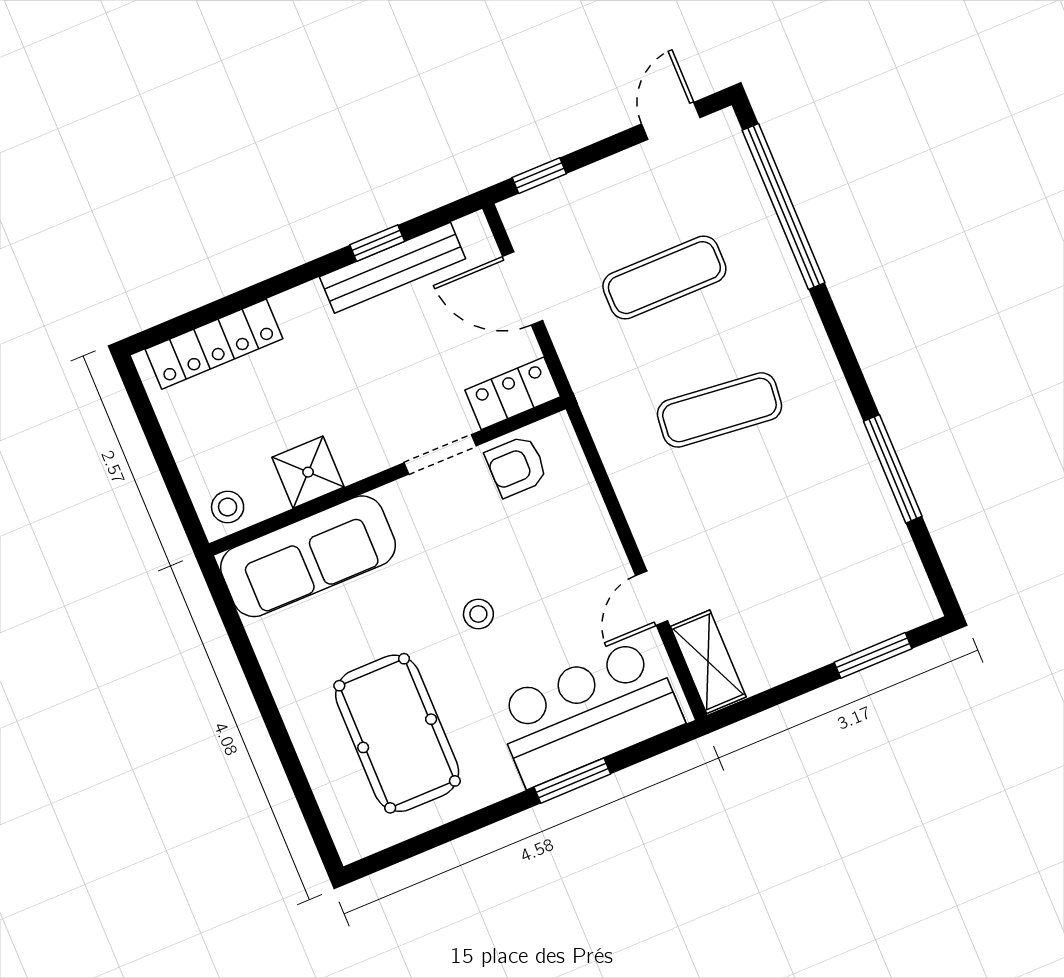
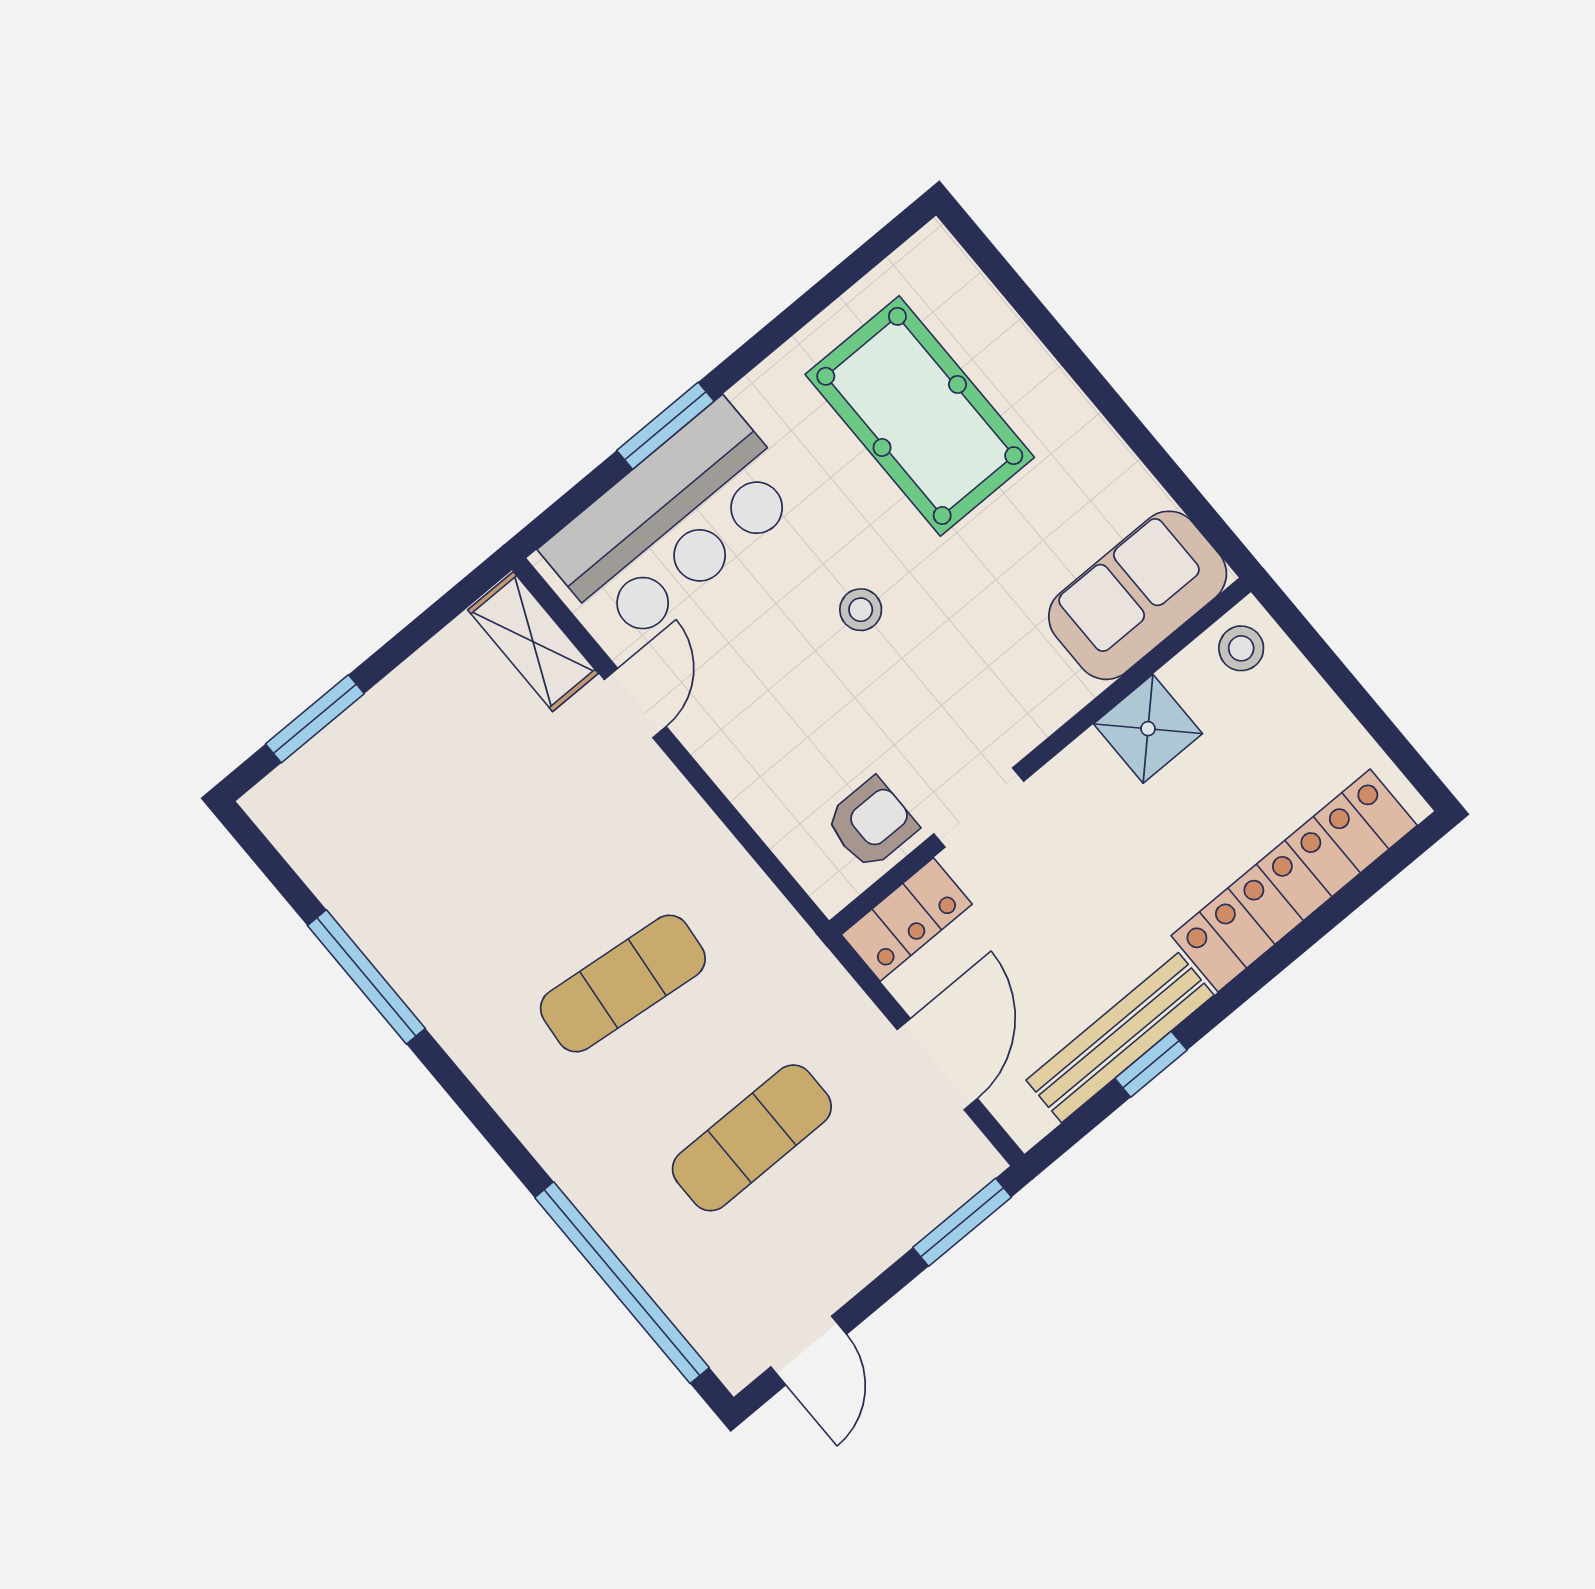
window: (539, 176) -> (962, 1222), width x1.50
door: (523, 288) -> (937, 1064), hinge flipped
locker: (214, 344) -> (1294, 880), width x1.41, depth x1.21
sofa: (308, 556) -> (1138, 595), width x0.73

